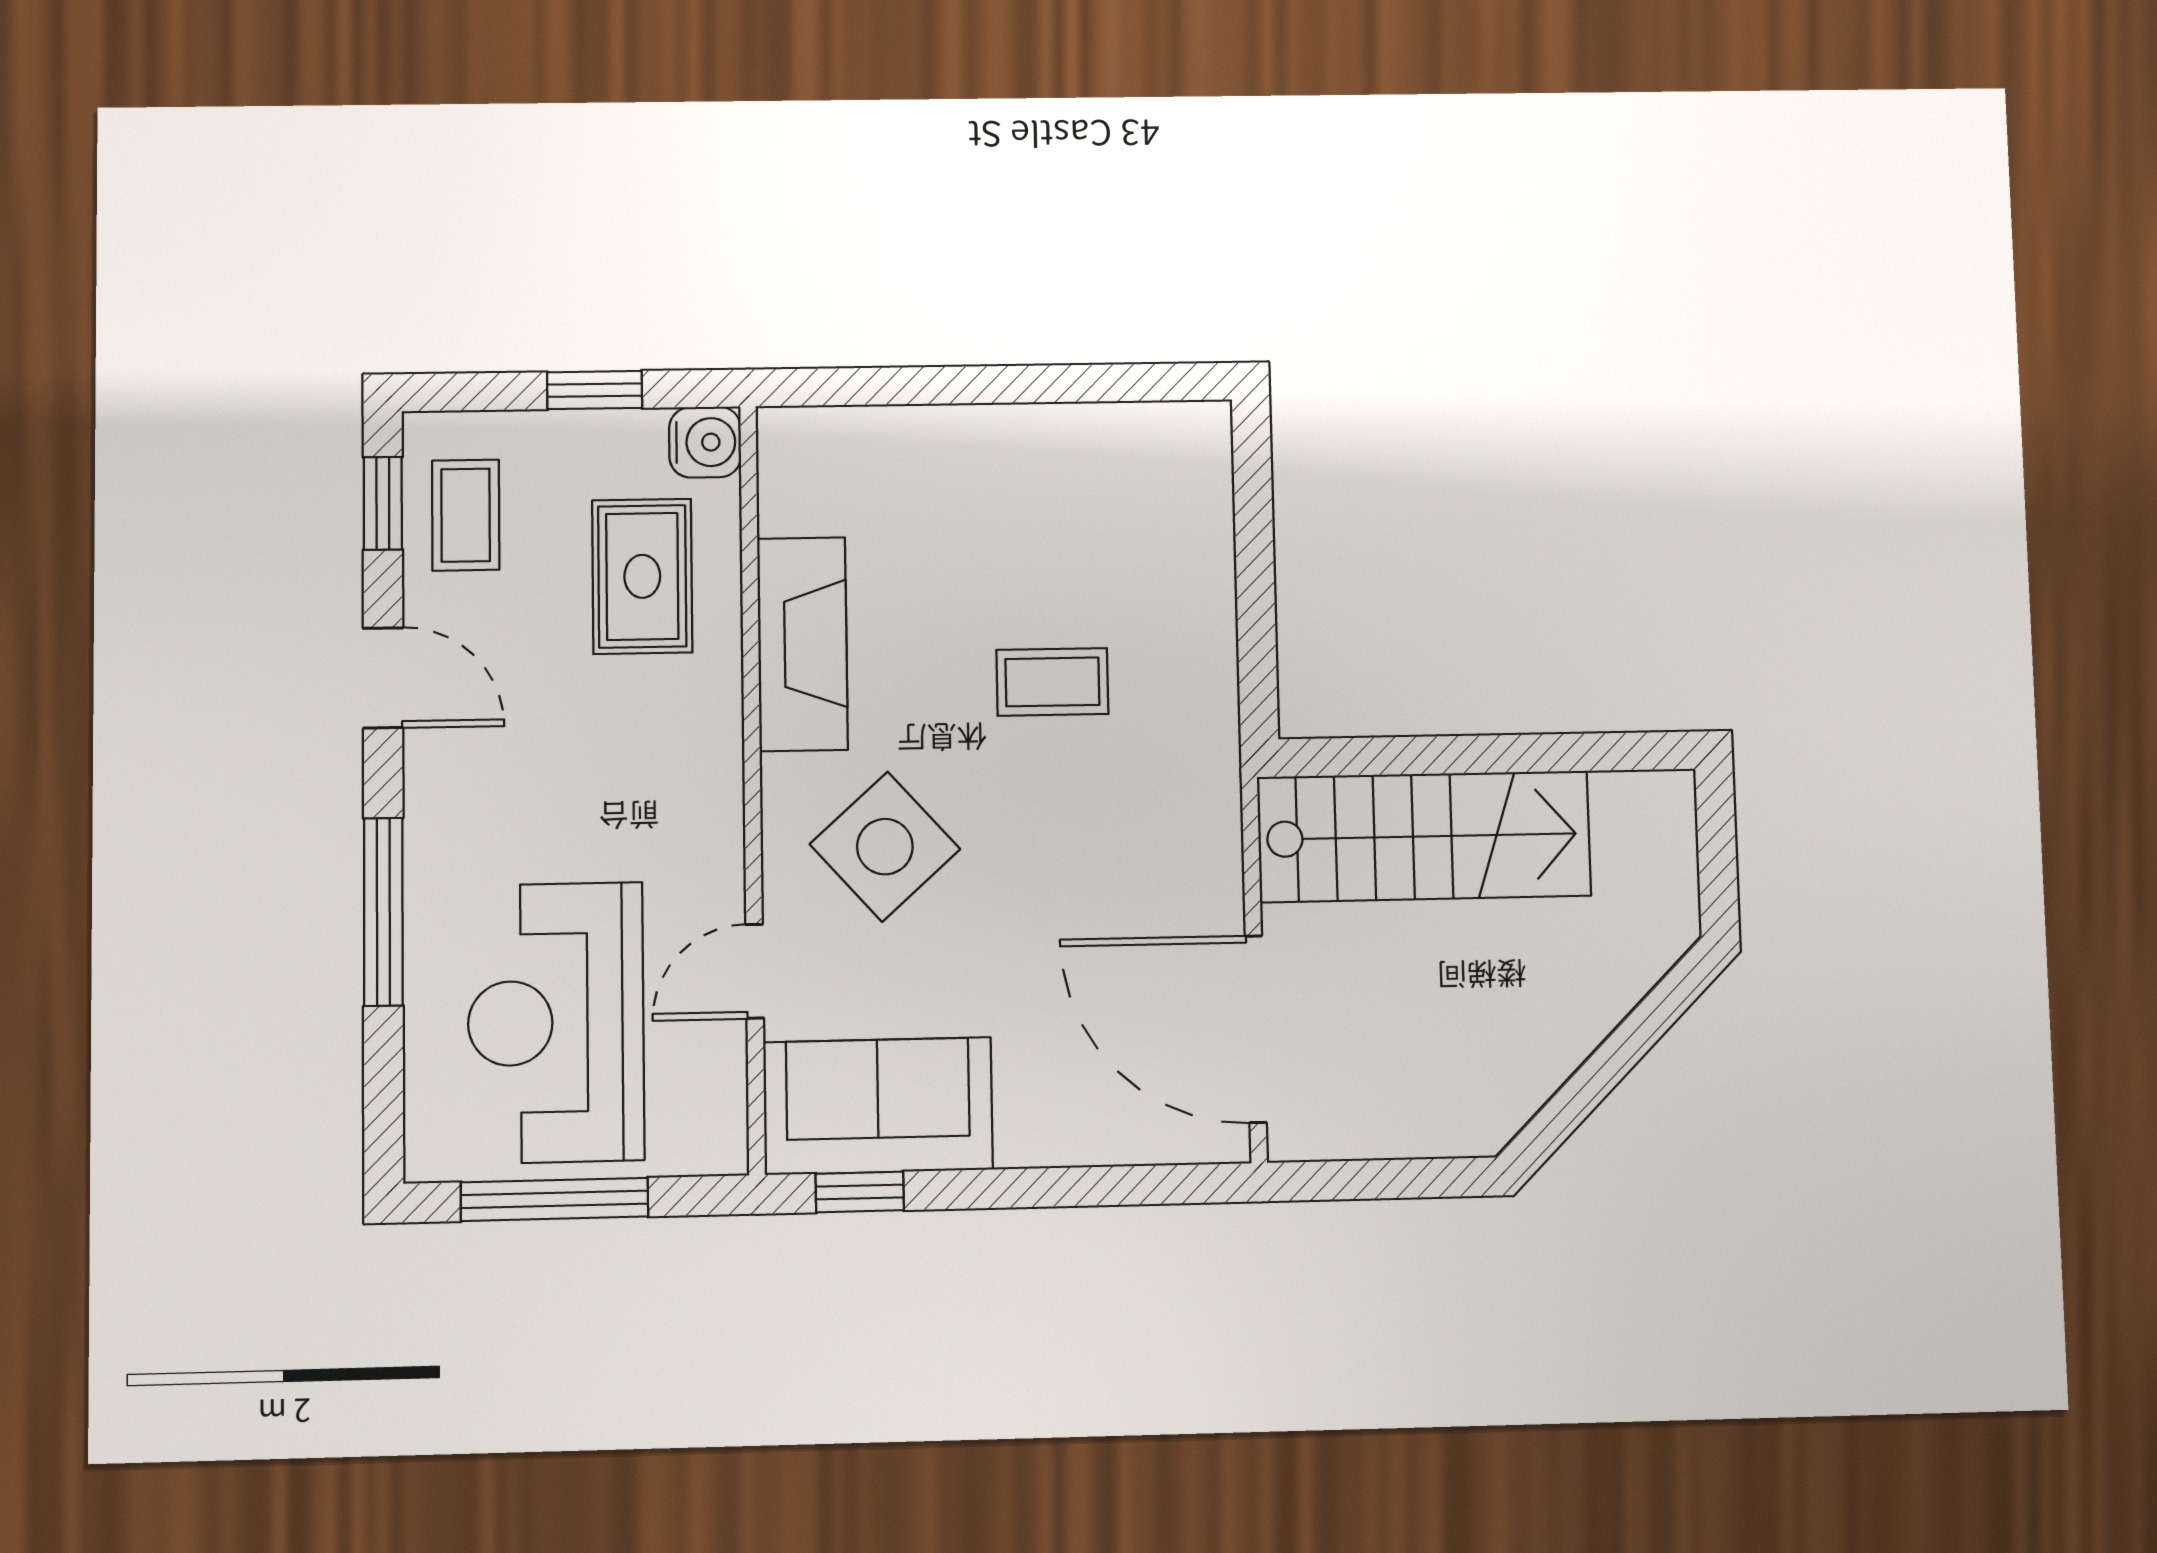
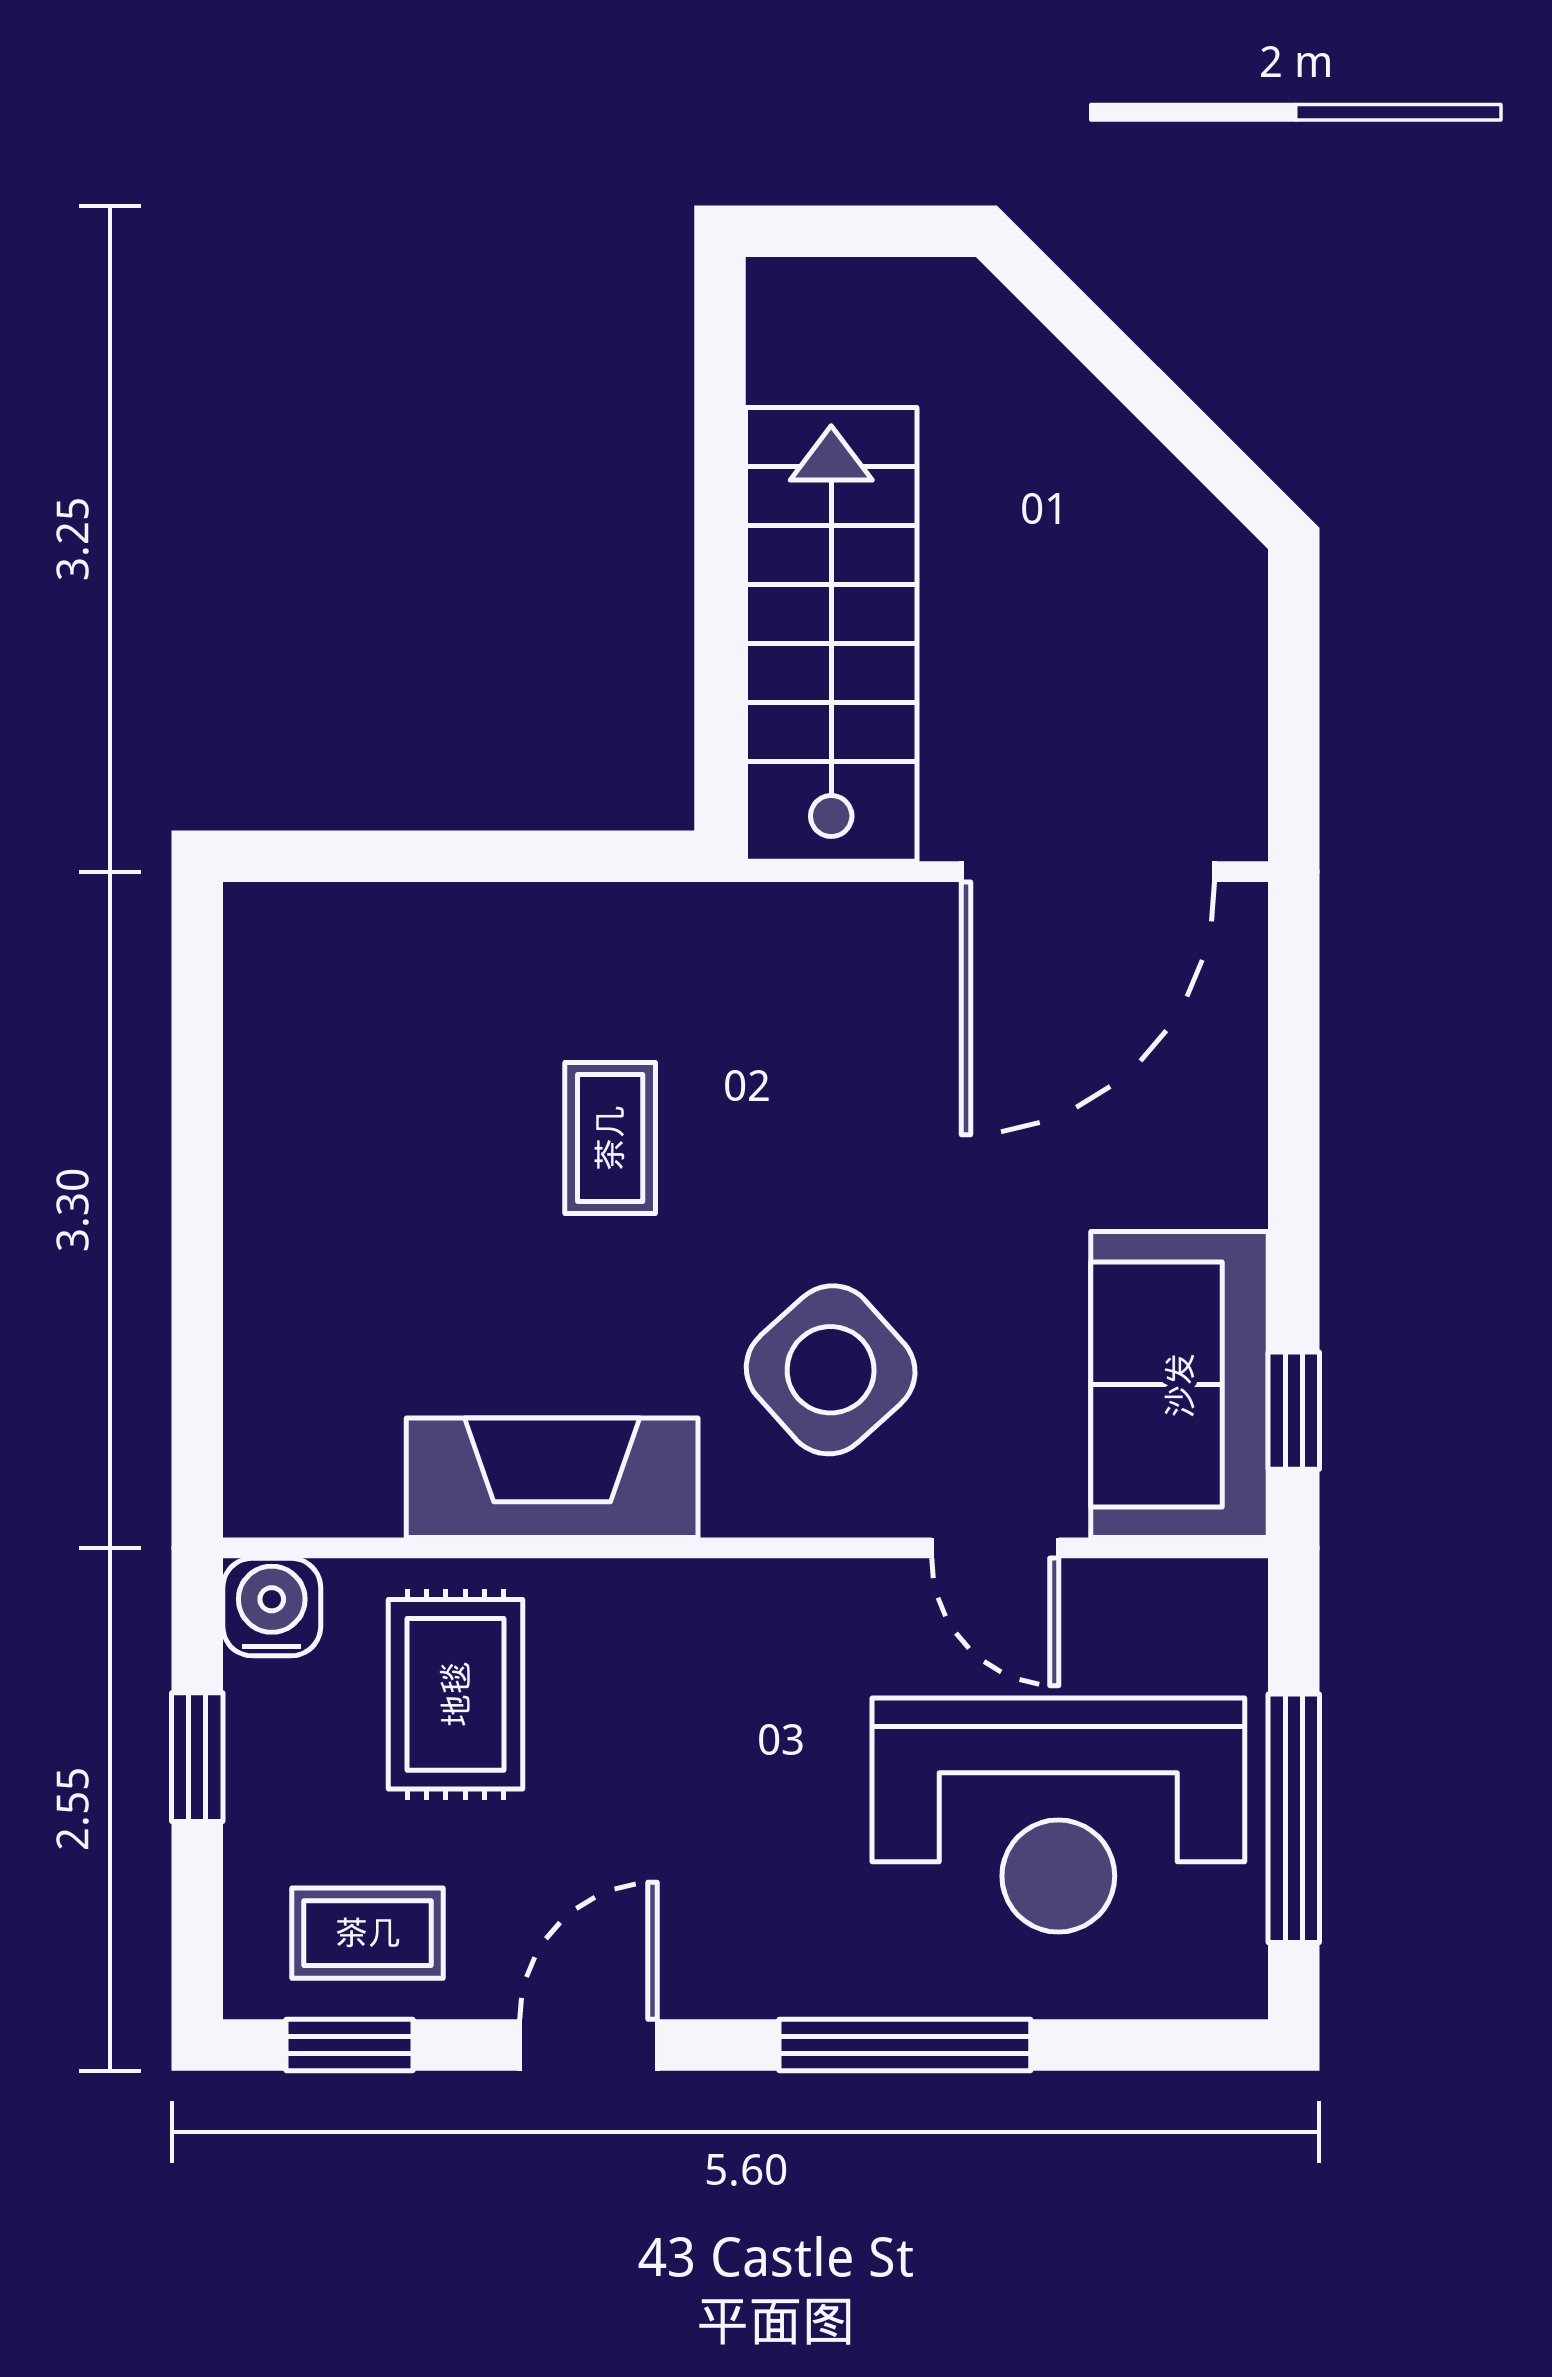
rug: (642, 576) -> (456, 1694), turned 90

